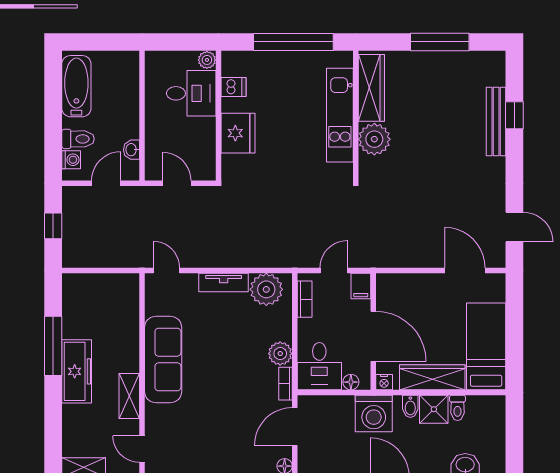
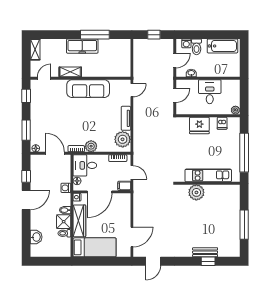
wardrobe: (371, 88) -> (222, 191), removed
desk: (191, 93) -> (210, 92), moved, turned 180
bench: (496, 121) -> (205, 252), width x0.73
door: (106, 183) -> (175, 61), hinge flipped
washing machine: (374, 413) -> (66, 188), width x0.53, depth x0.53

